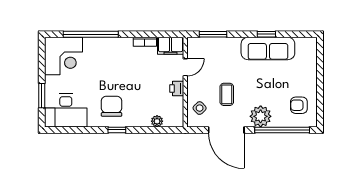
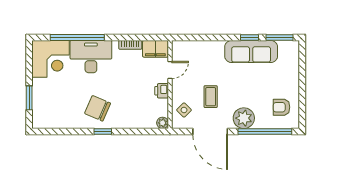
window: (213, 34) -> (280, 38), moved
chair: (112, 106) -> (98, 108), turned -67
desk: (66, 110) -> (91, 57), moved, turned 180
plant: (157, 121) -> (162, 123), moved

